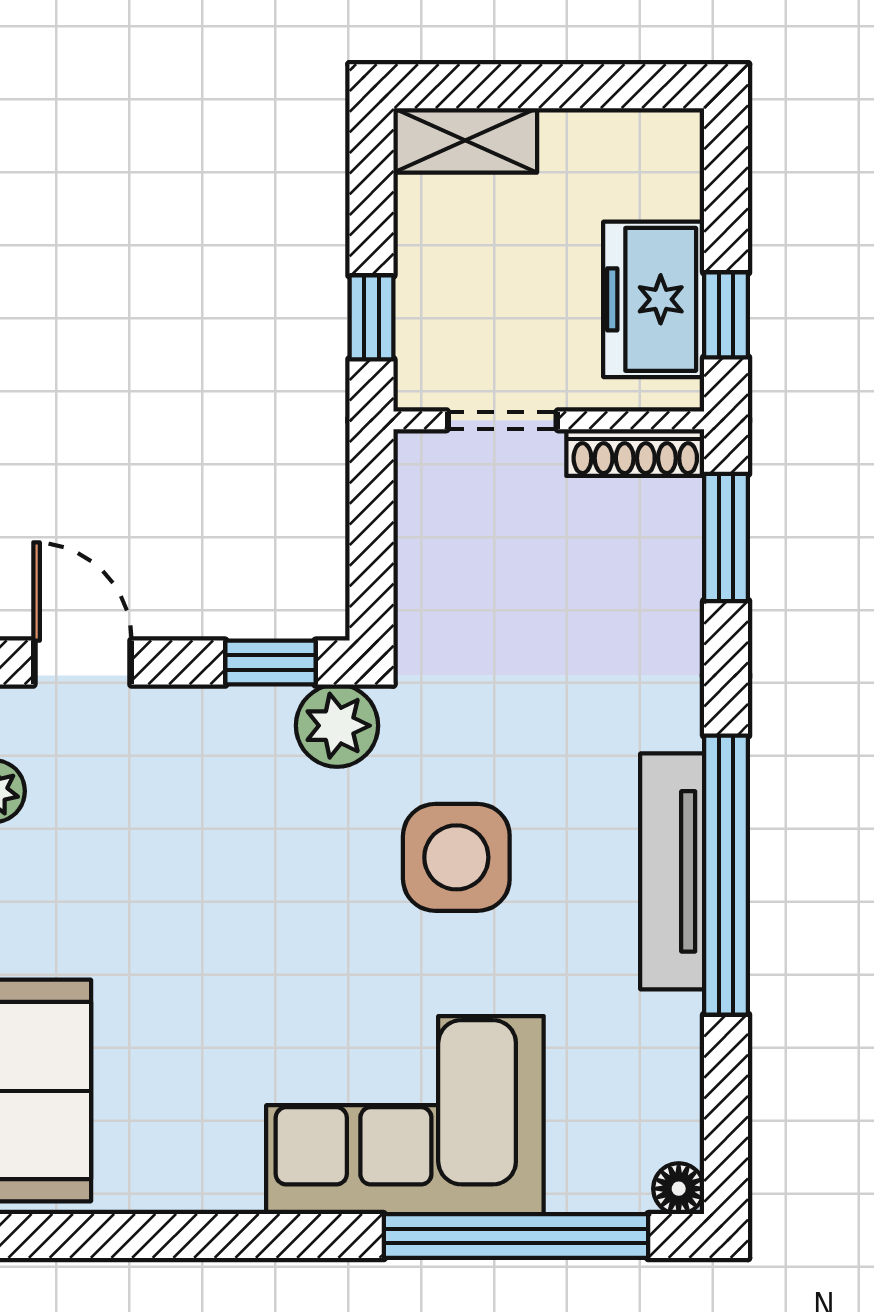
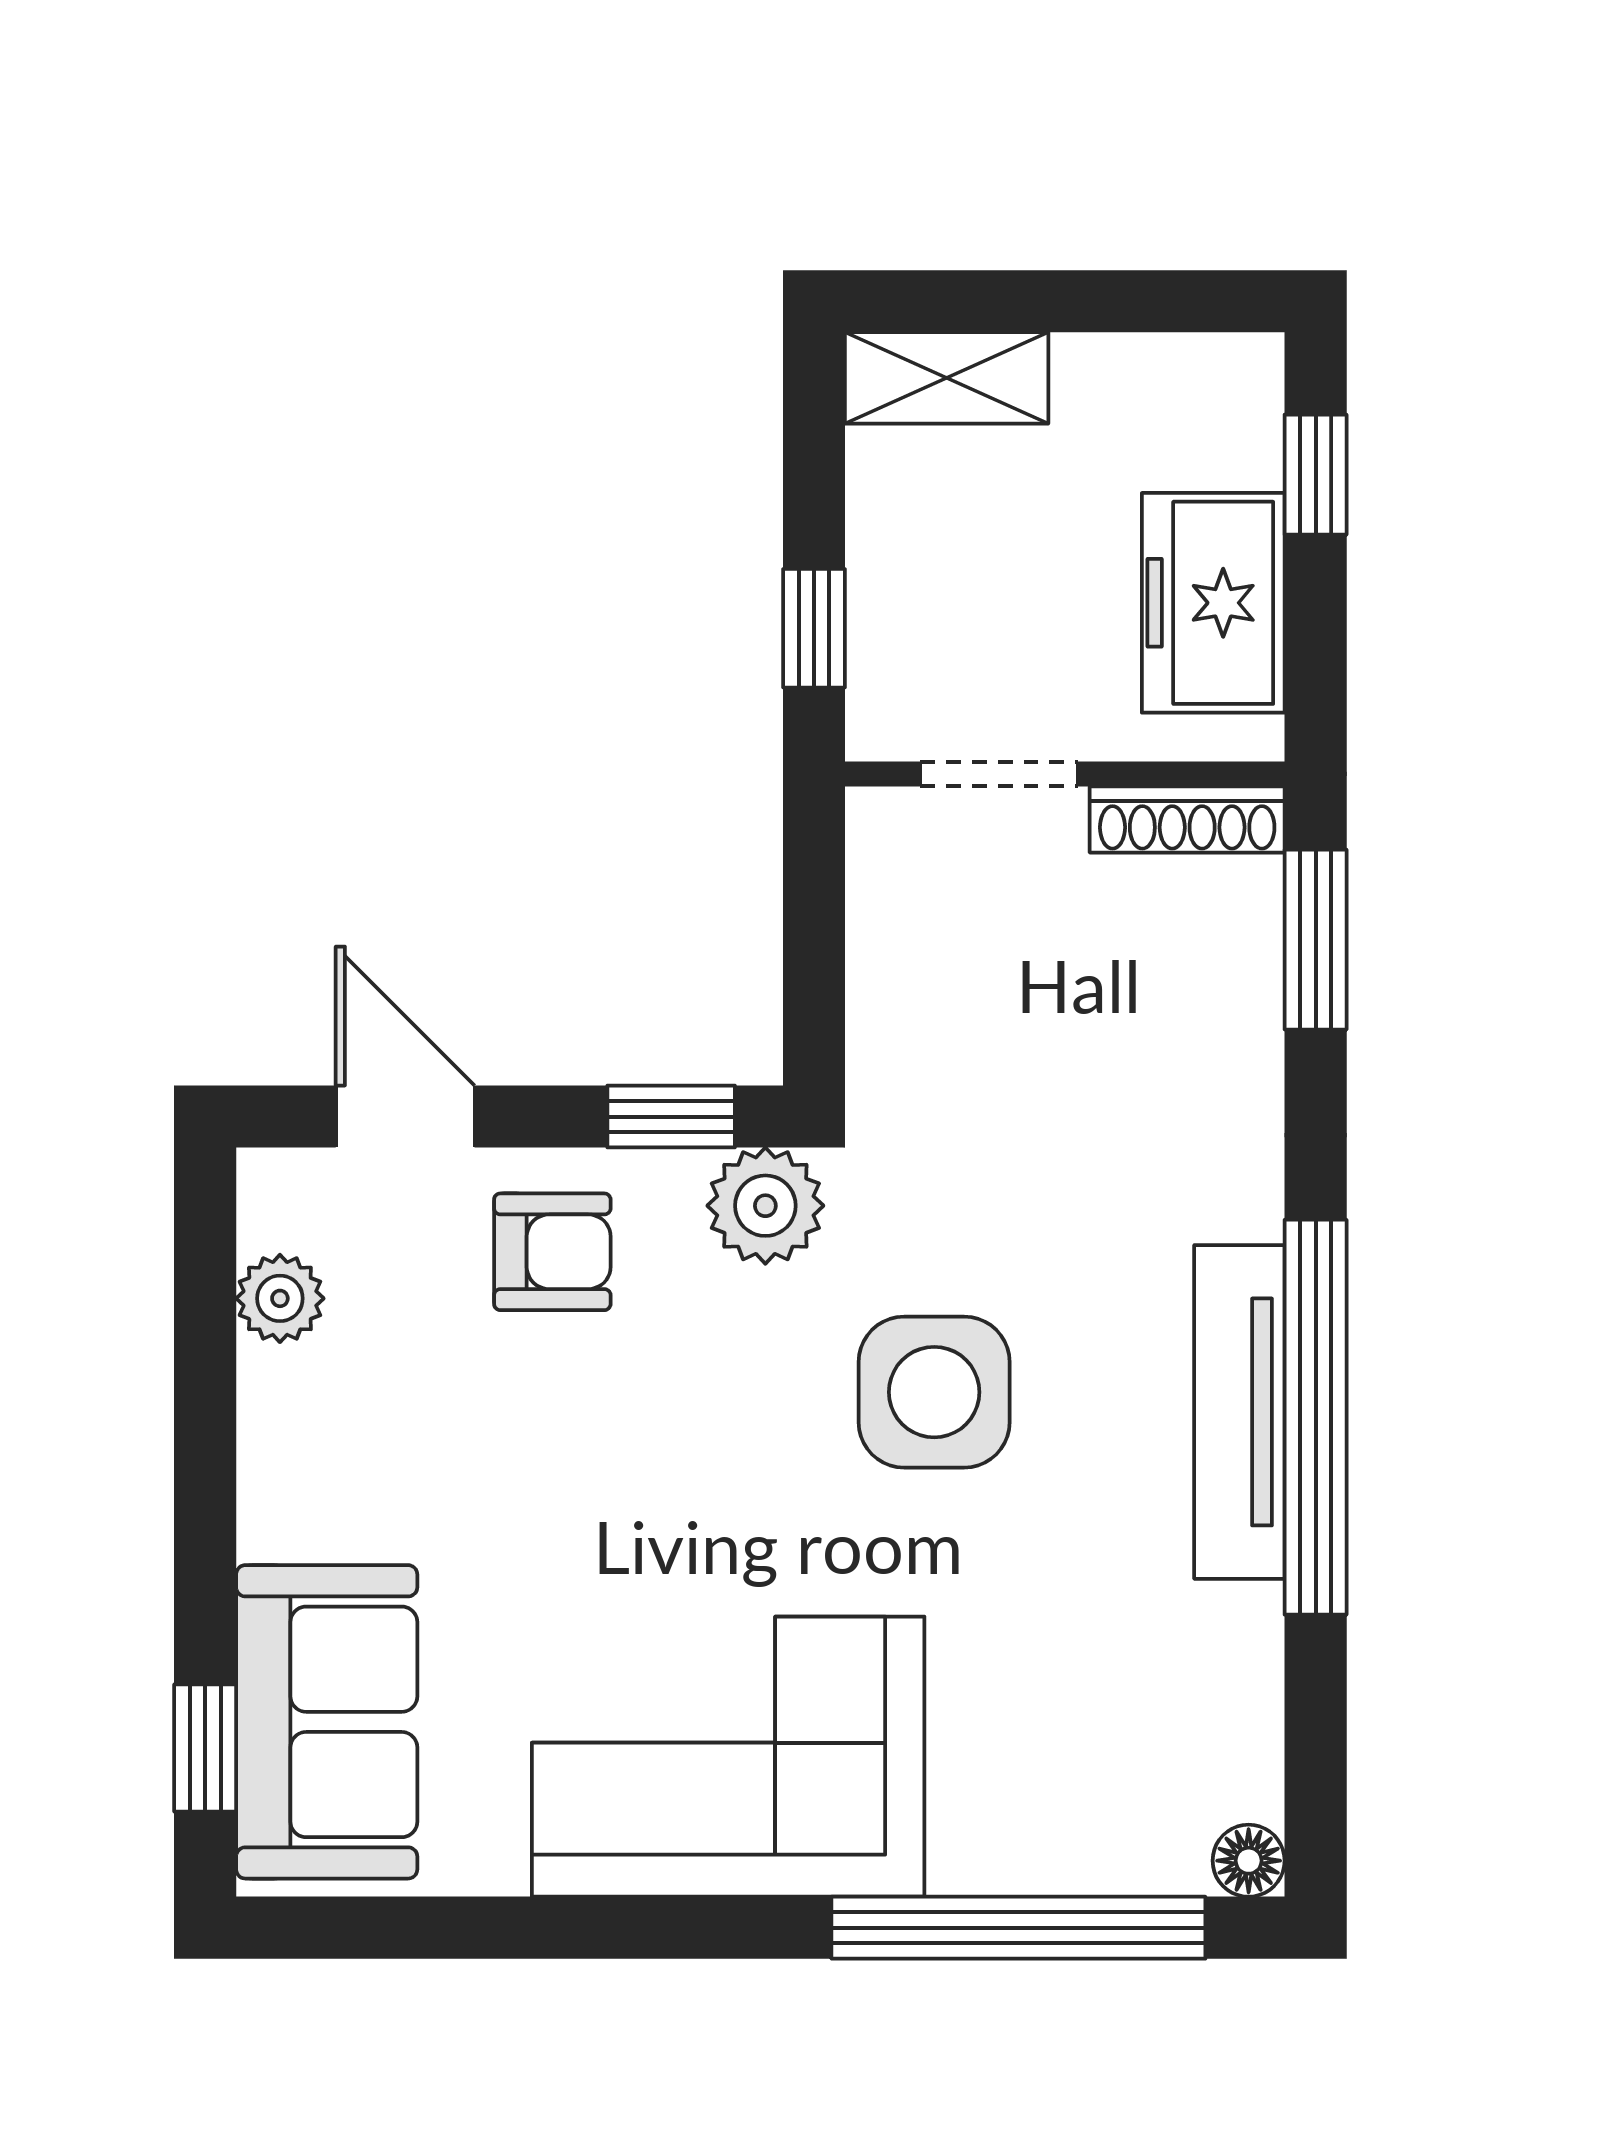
window: (726, 315) -> (1316, 475), moved
armchair: (186, 758) -> (552, 1252), added
corner sofa: (405, 1115) -> (728, 1757), moved

